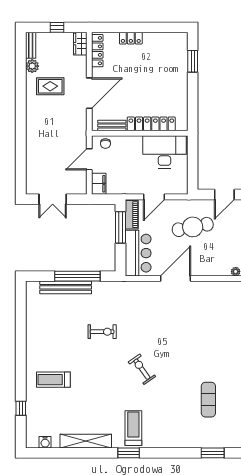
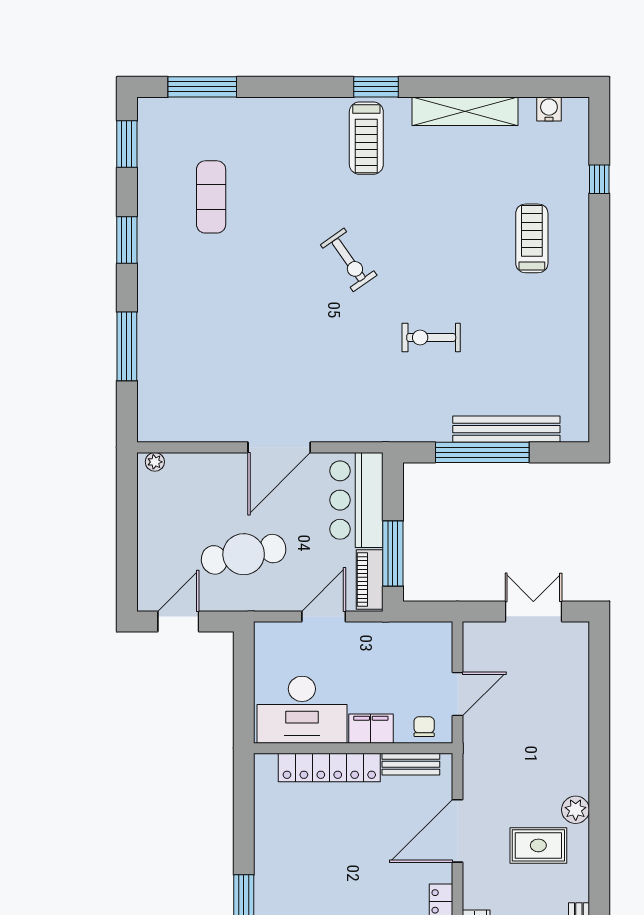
plant: (32, 66) -> (576, 810), moved
filing cabinet: (99, 184) -> (371, 729), moved, turned 90
treadmill: (53, 380) -> (532, 238), turned -90
window: (213, 453) -> (202, 87), width x1.44

